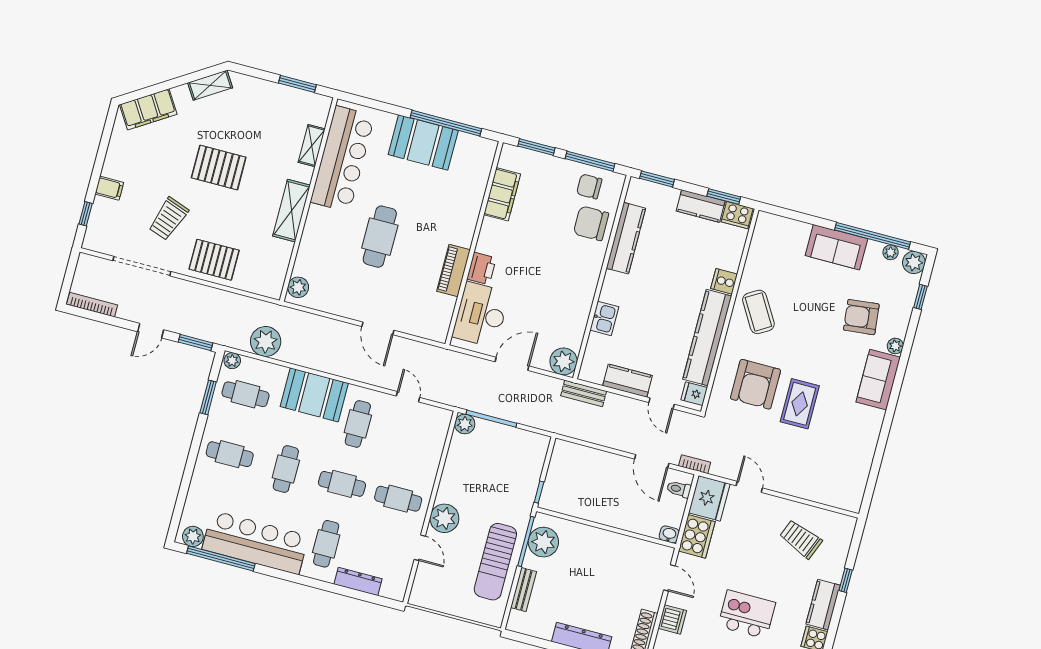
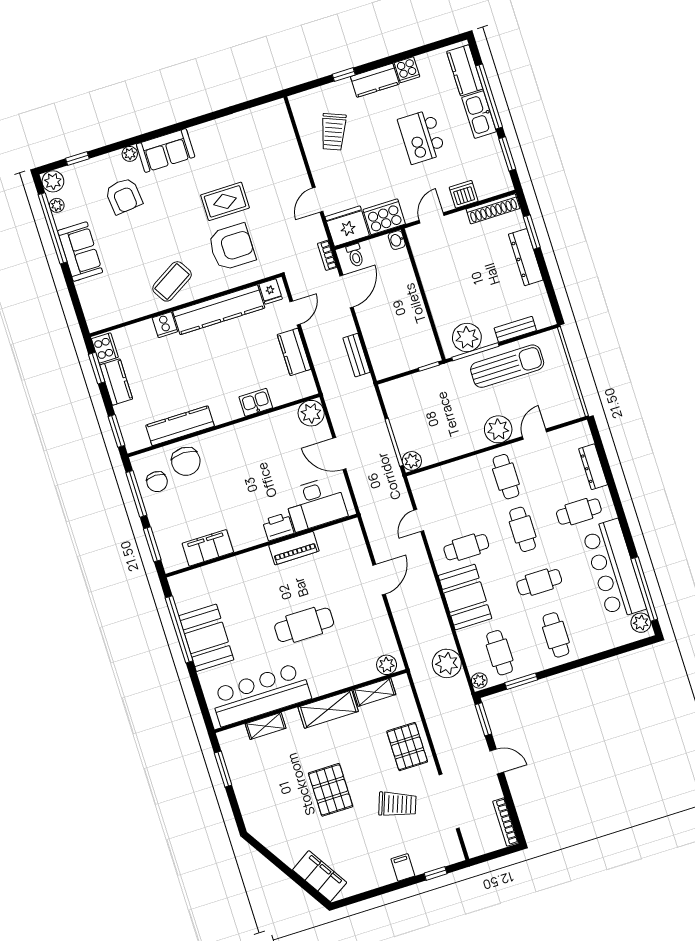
shelving: (210, 85) -> (374, 692), moved, turned -57
bench: (584, 393) -> (356, 355), moved

